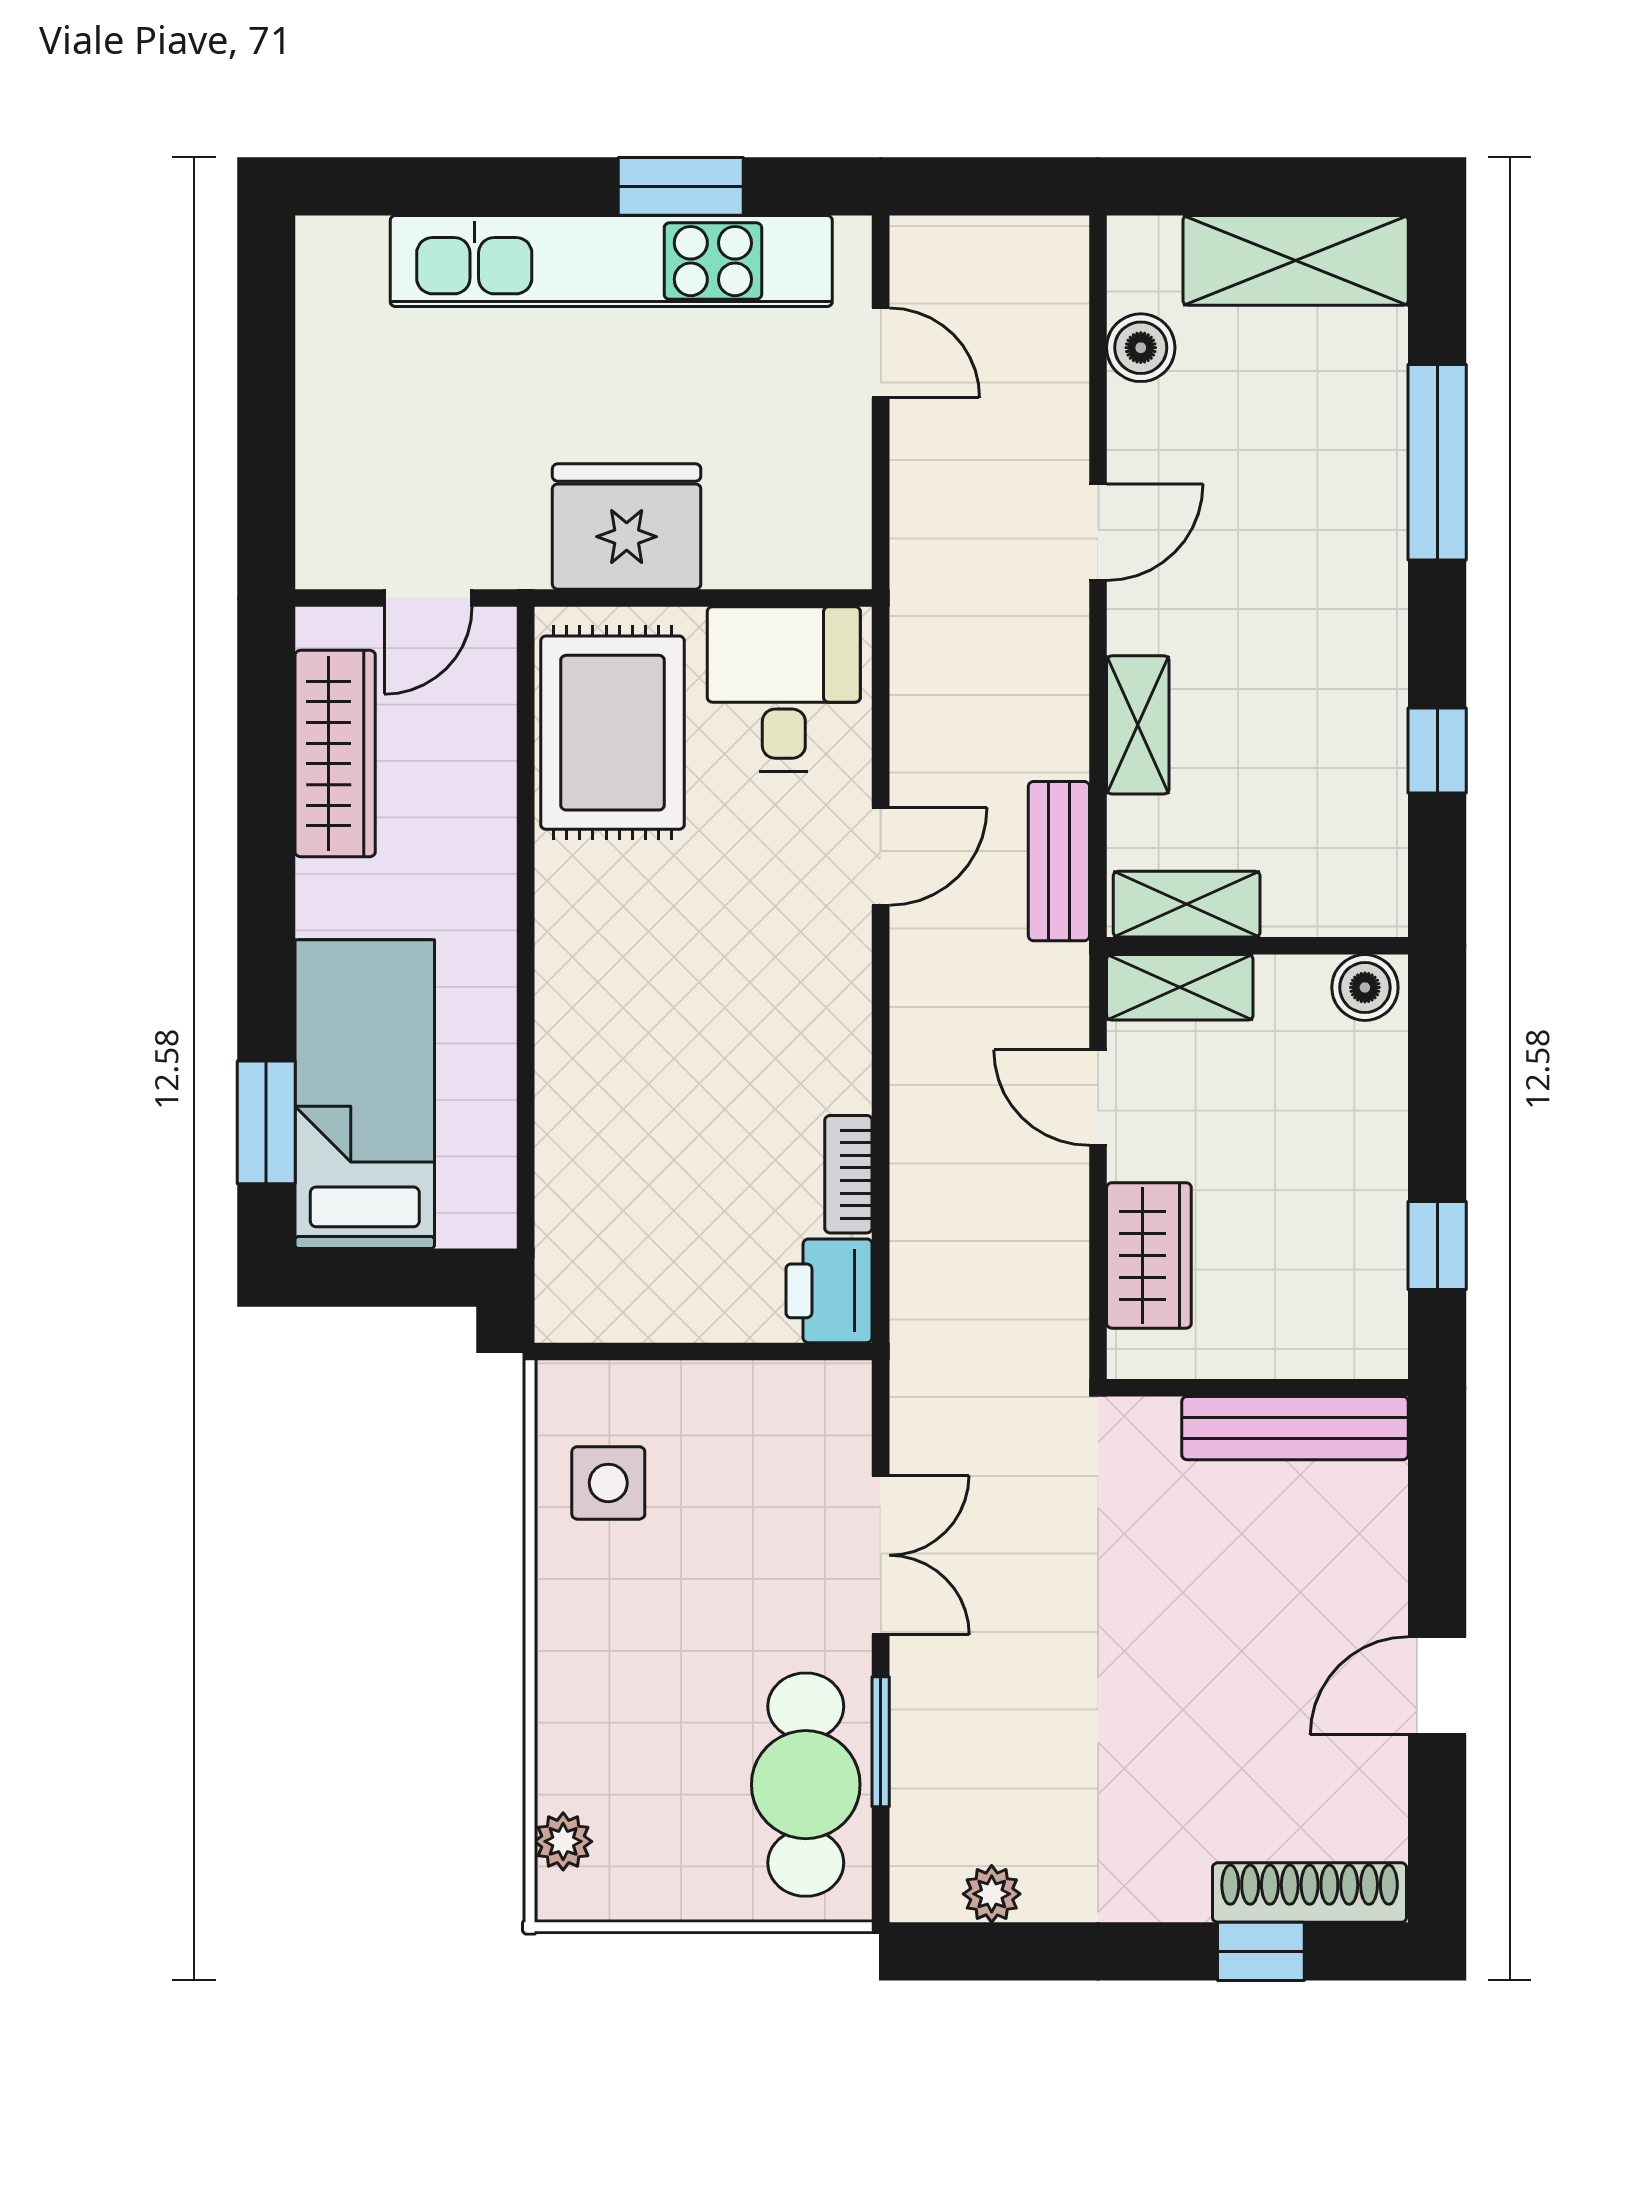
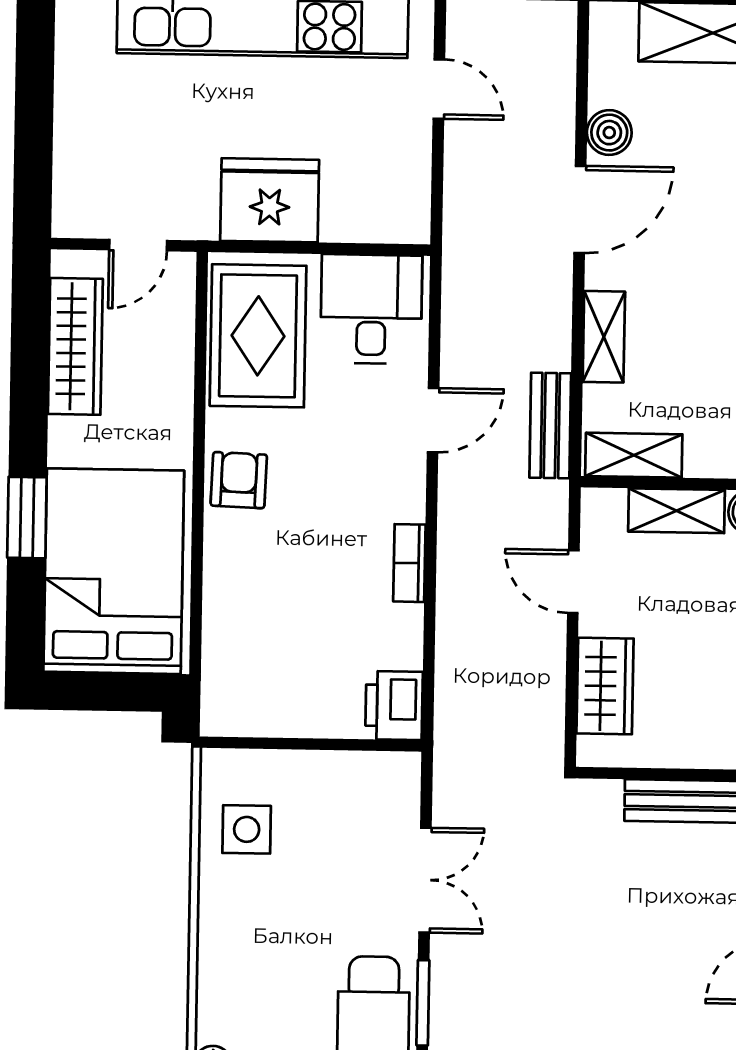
boiler: (1141, 348) -> (609, 133), moved
door: (1098, 532) -> (580, 209), width x1.38
armchair: (587, 952) -> (239, 480), added
shelving: (1180, 987) -> (677, 511), moved
bed: (365, 1094) -> (114, 571), width x1.50
window: (266, 1122) -> (27, 518), moved
bookcase: (848, 1174) -> (409, 563), moved

